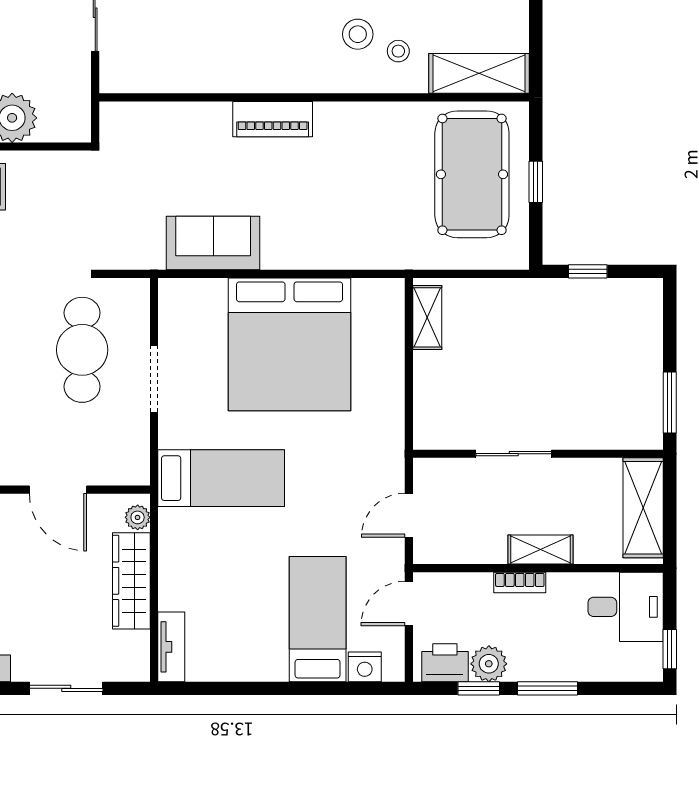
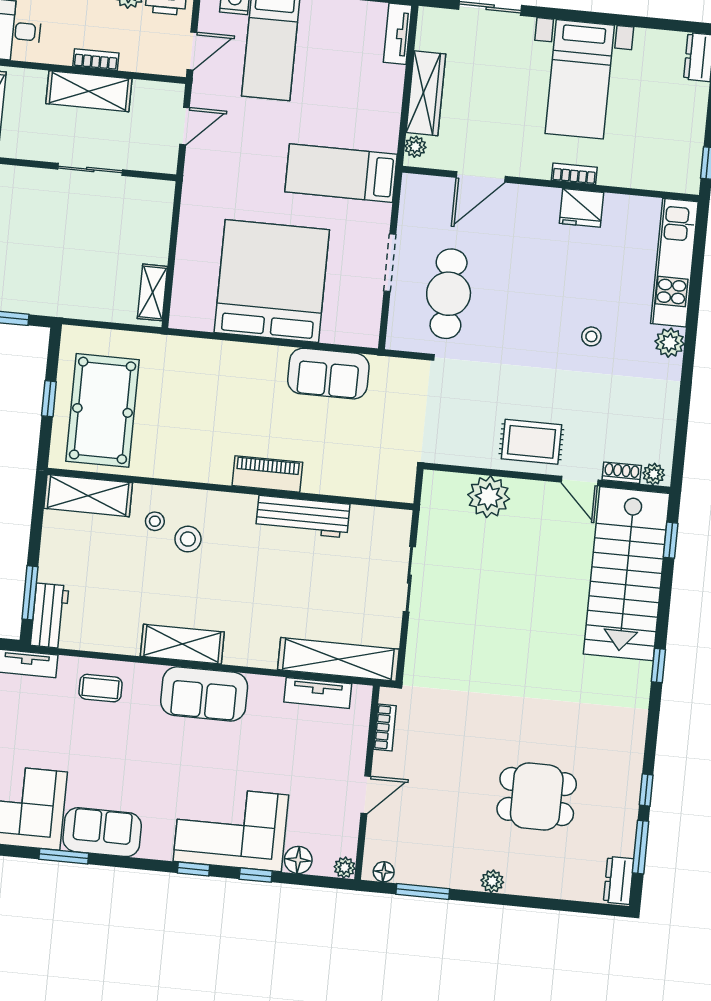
workbench: (226, 73) -> (303, 517), added
door: (58, 490) -> (481, 177), swing flipped
shelving: (541, 550) -> (89, 91), width x1.50, depth x1.33

